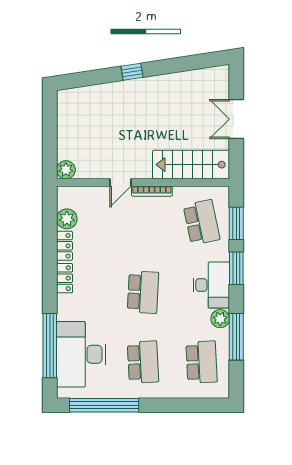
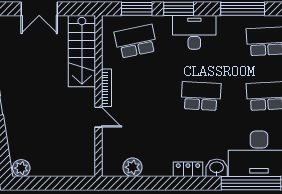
plant: (66, 170) -> (21, 168), moved
locker: (64, 246) -> (158, 169), removed
washbasin: (66, 309) -> (217, 168), added
plant: (220, 319) -> (226, 24), removed

